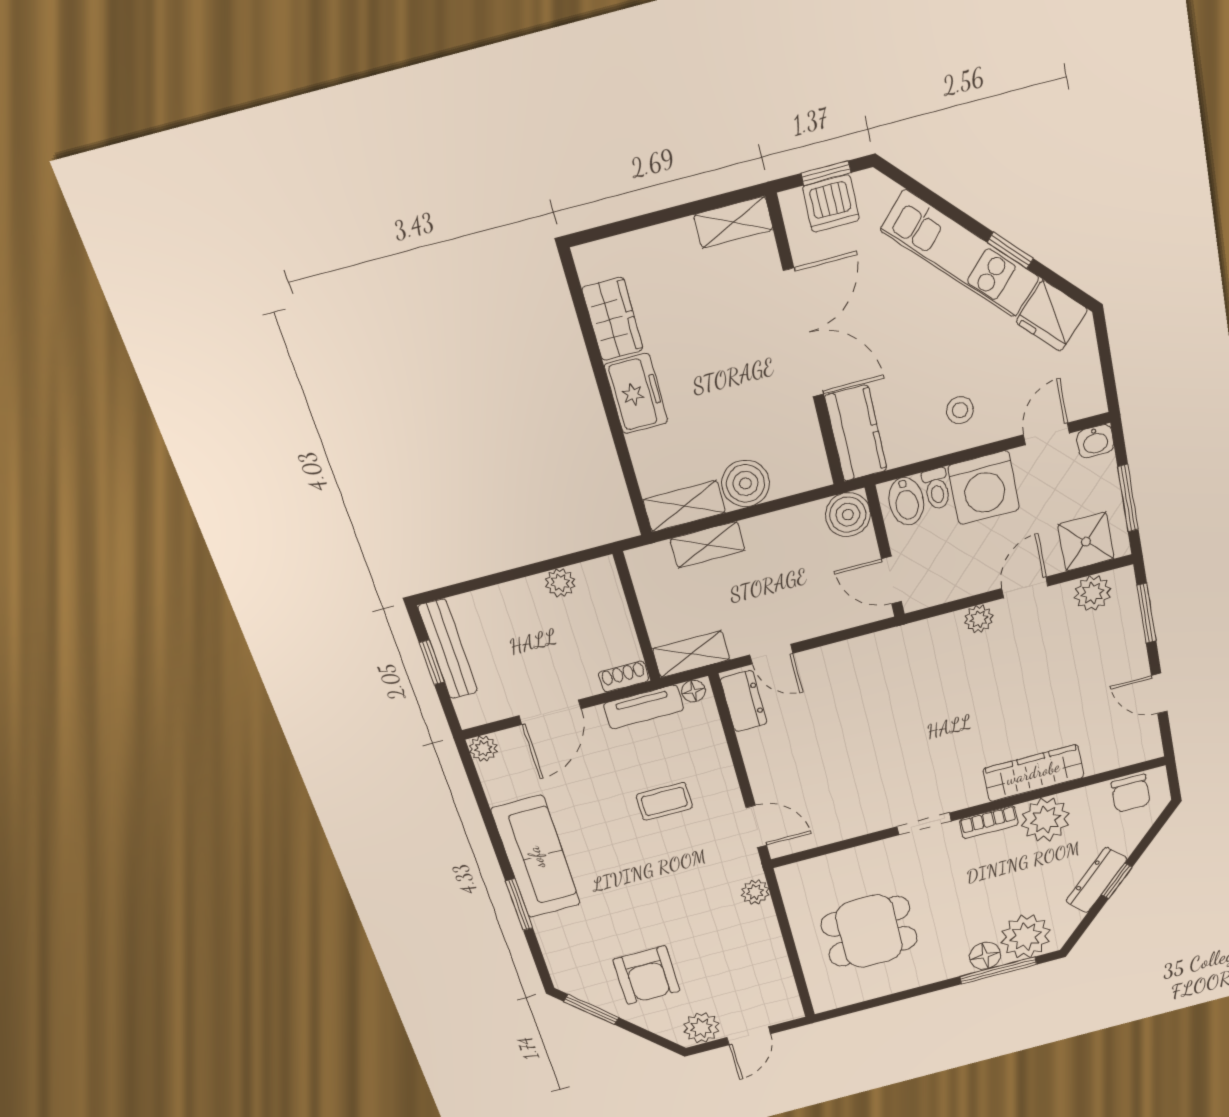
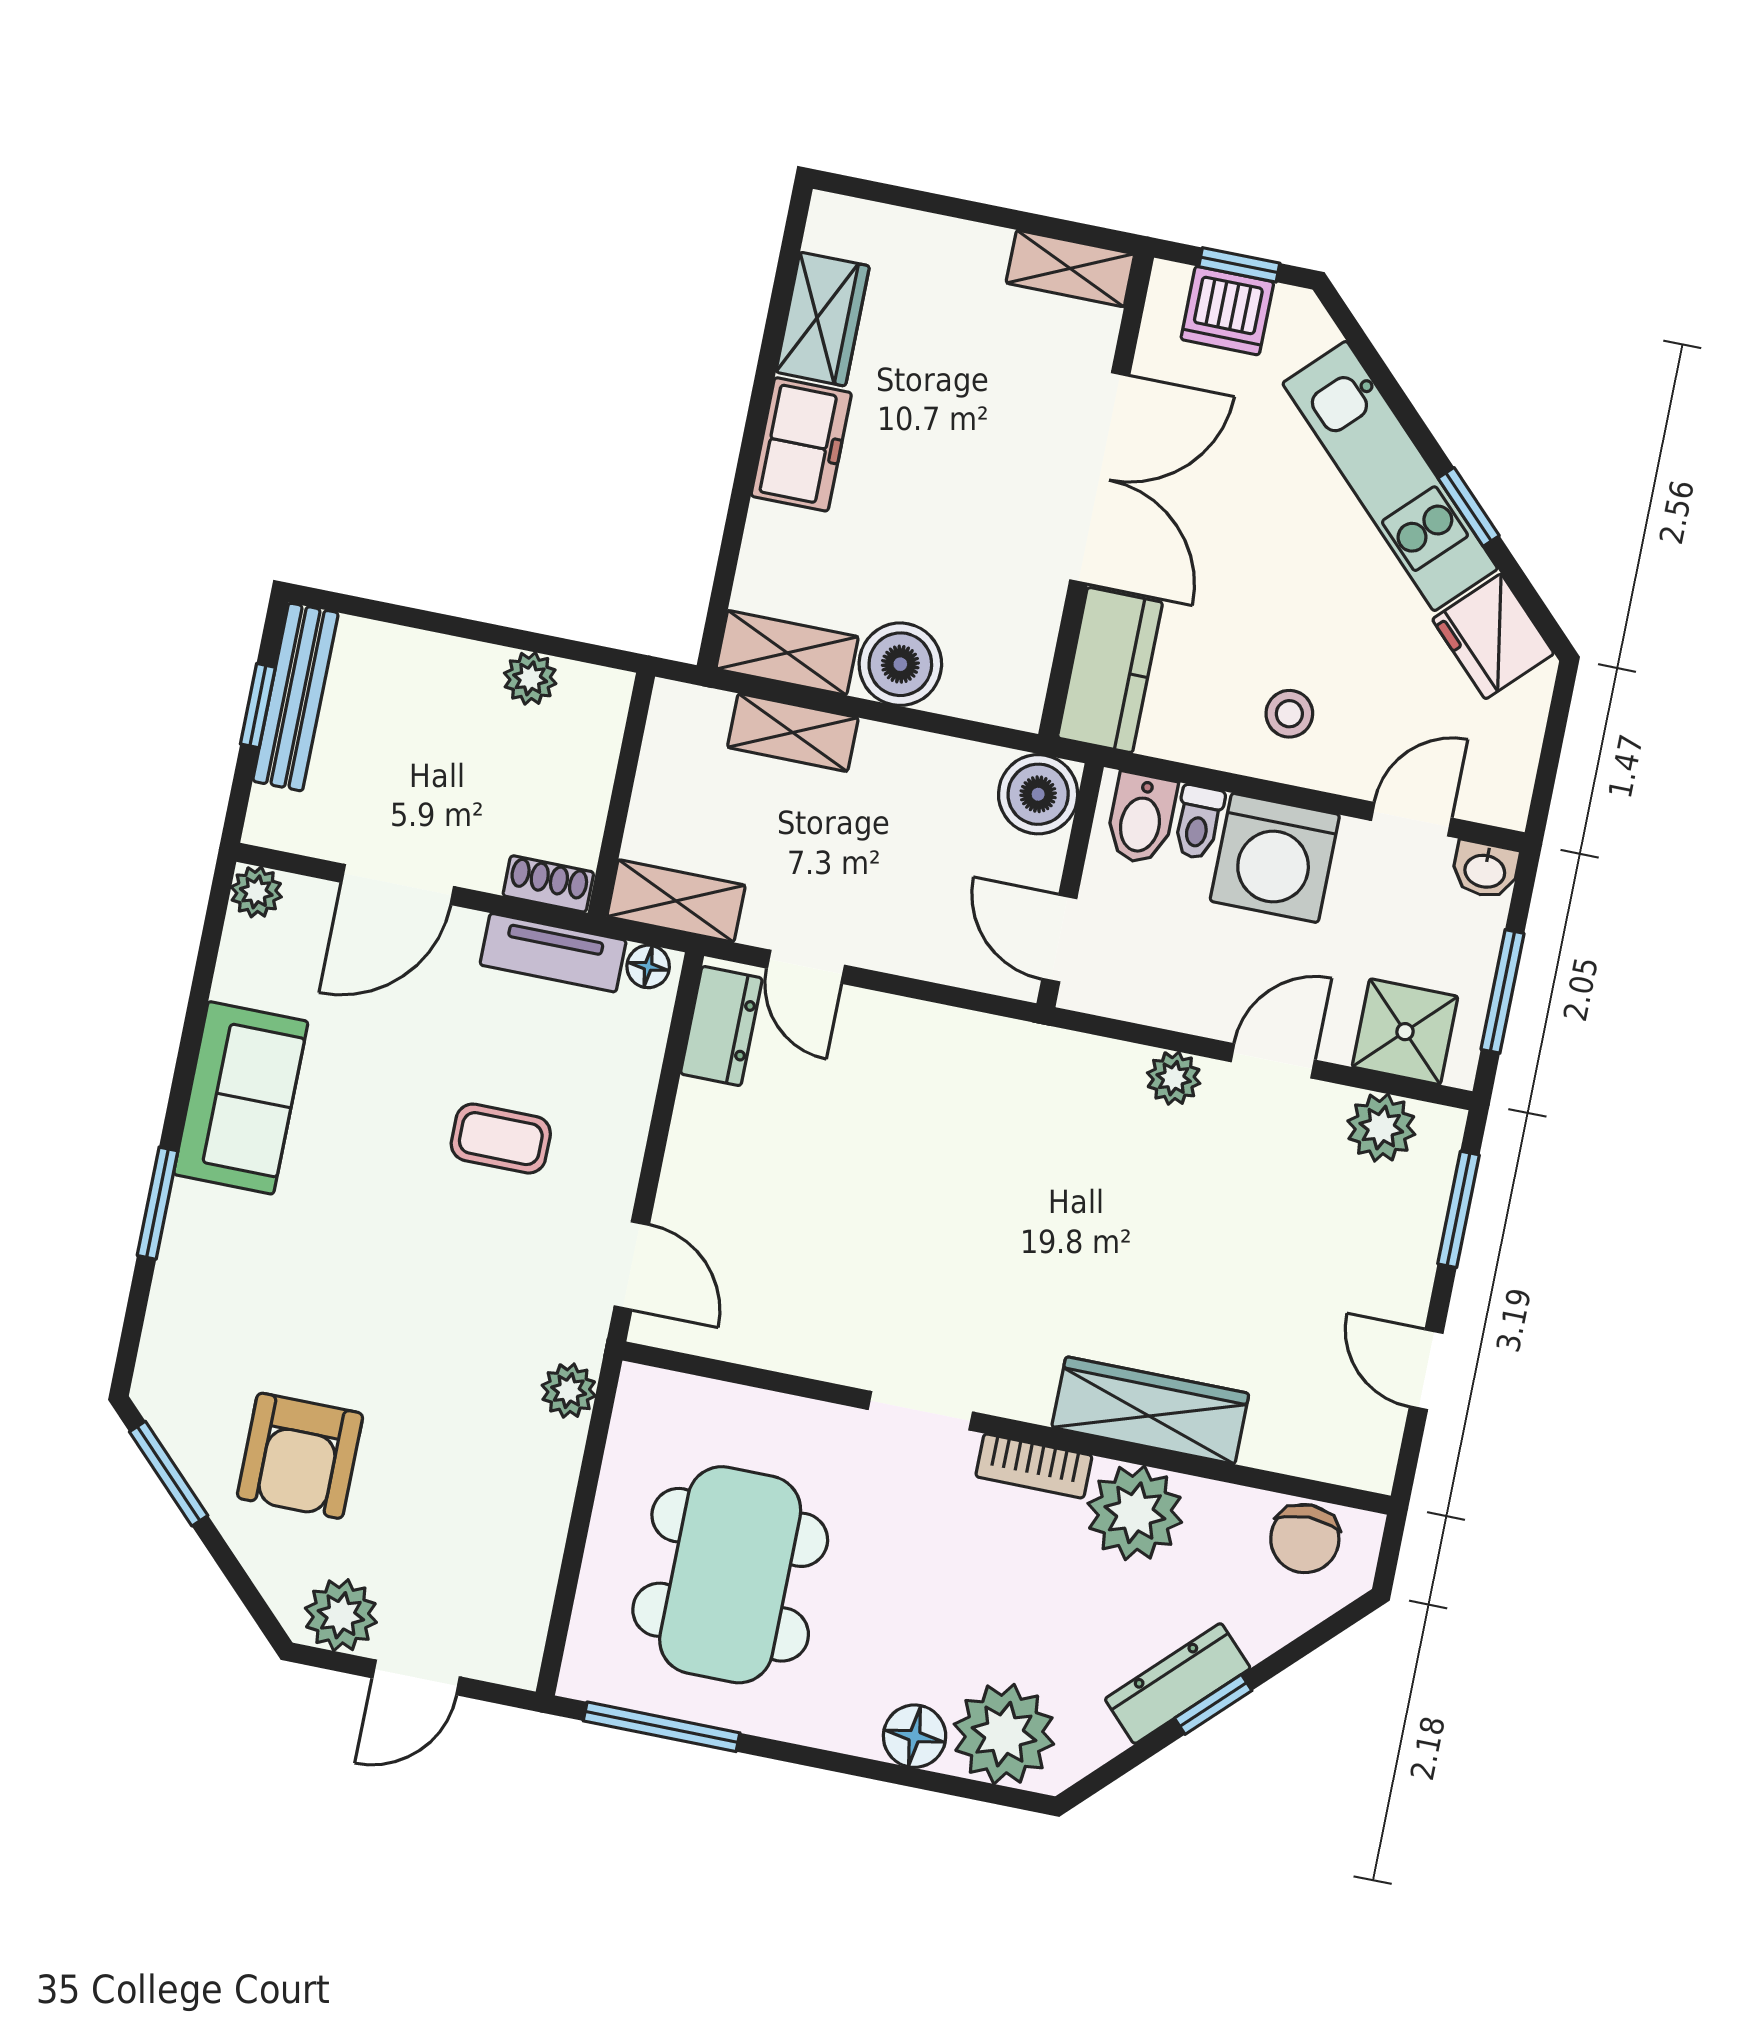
sofa: (536, 857) -> (241, 1098), width x0.73
dining table: (869, 931) -> (730, 1575), width x1.38
window: (998, 970) -> (662, 1727), moved

